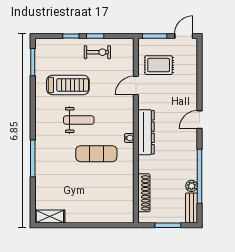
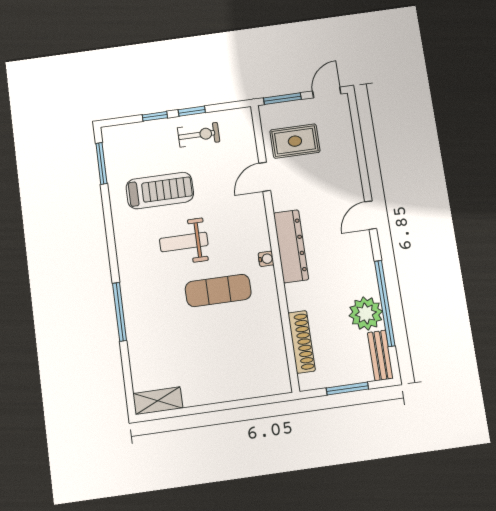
weight bench: (79, 120) -> (184, 242), turned 180
plant: (192, 186) -> (366, 314), width x1.88, depth x1.88

